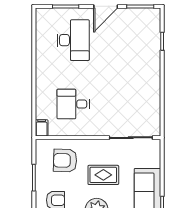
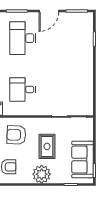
desk: (73, 40) -> (23, 38), turned 180
rug: (103, 175) -> (47, 146), turned 90

